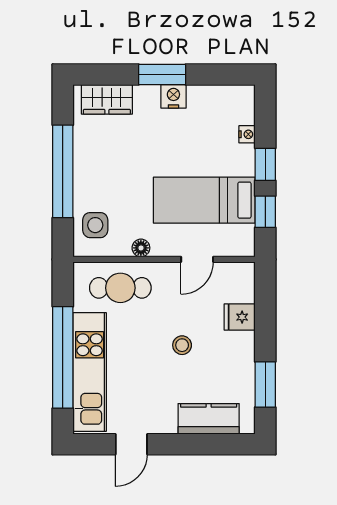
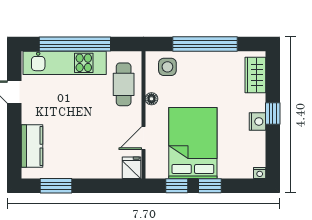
window: (162, 75) -> (273, 114), width x0.67
nightstand: (247, 134) -> (260, 173), moved
bed: (204, 200) -> (193, 143), width x1.50
door: (197, 259) -> (144, 138), hinge flipped
fridge: (240, 317) -> (132, 168), moved
stool: (182, 345) -> (83, 128), removed

